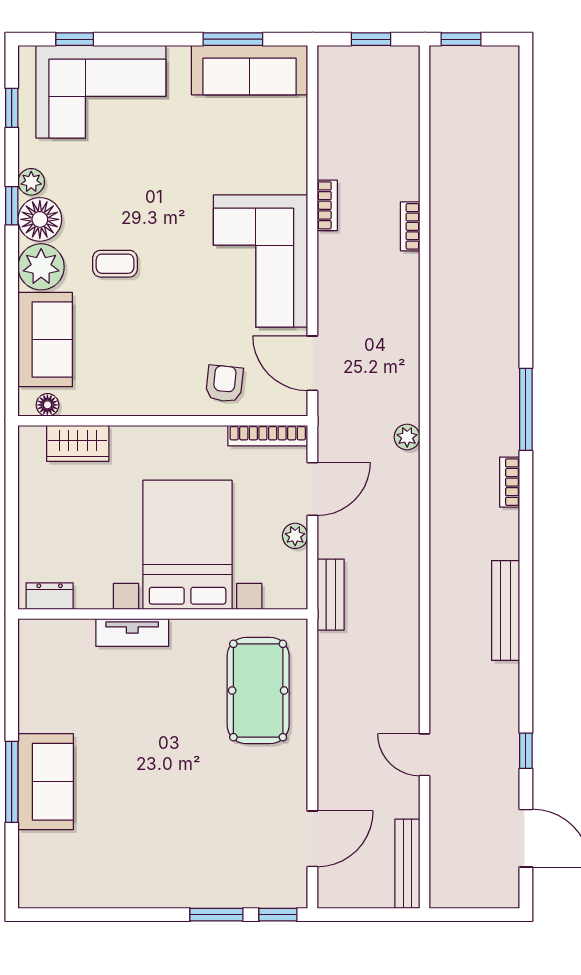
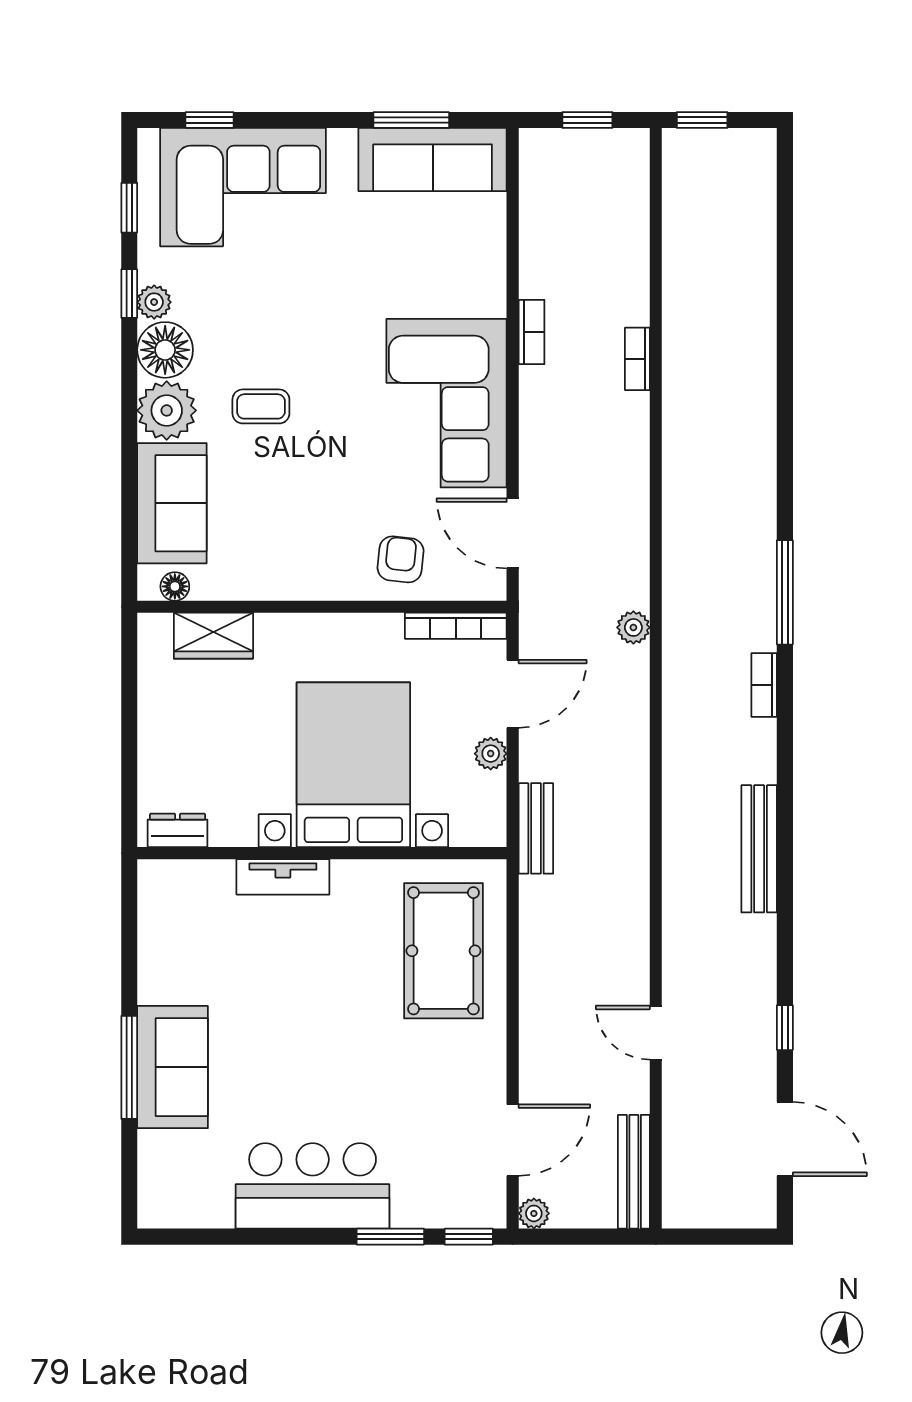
window: (12, 206) -> (129, 293), moved
bar counter: (155, 875) -> (313, 1186), added
plant: (329, 896) -> (534, 1213), added

